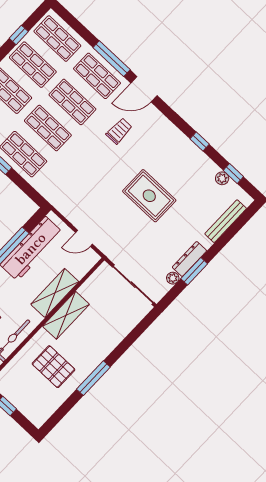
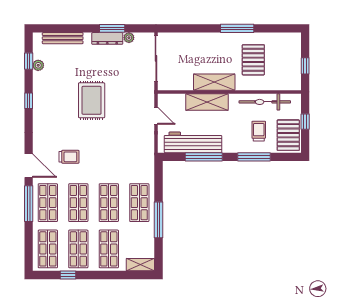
trolley: (119, 131) -> (69, 157), turned 180

